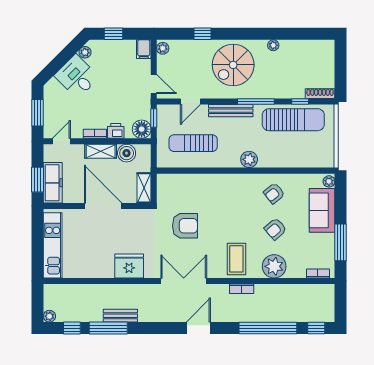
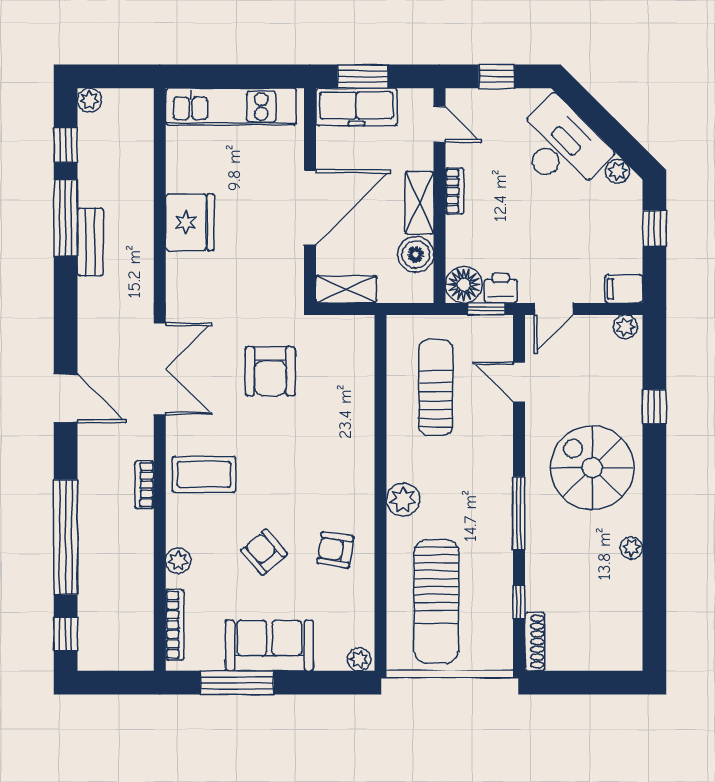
desk: (77, 76) -> (561, 146), width x1.37
bench: (231, 111) -> (501, 463), removed
window: (38, 113) -> (496, 76), width x0.67
sun lounger: (293, 120) -> (436, 601), moved
printer: (116, 131) -> (501, 288), moved, turned -90
armchair: (274, 193) -> (335, 550), turned -43
sofa: (322, 210) -> (269, 646), moved
fridge: (129, 266) -> (190, 222), moved
plant: (274, 266) -> (178, 561), width x0.53, depth x0.53
bookcase: (318, 274) -> (175, 625), width x1.56

